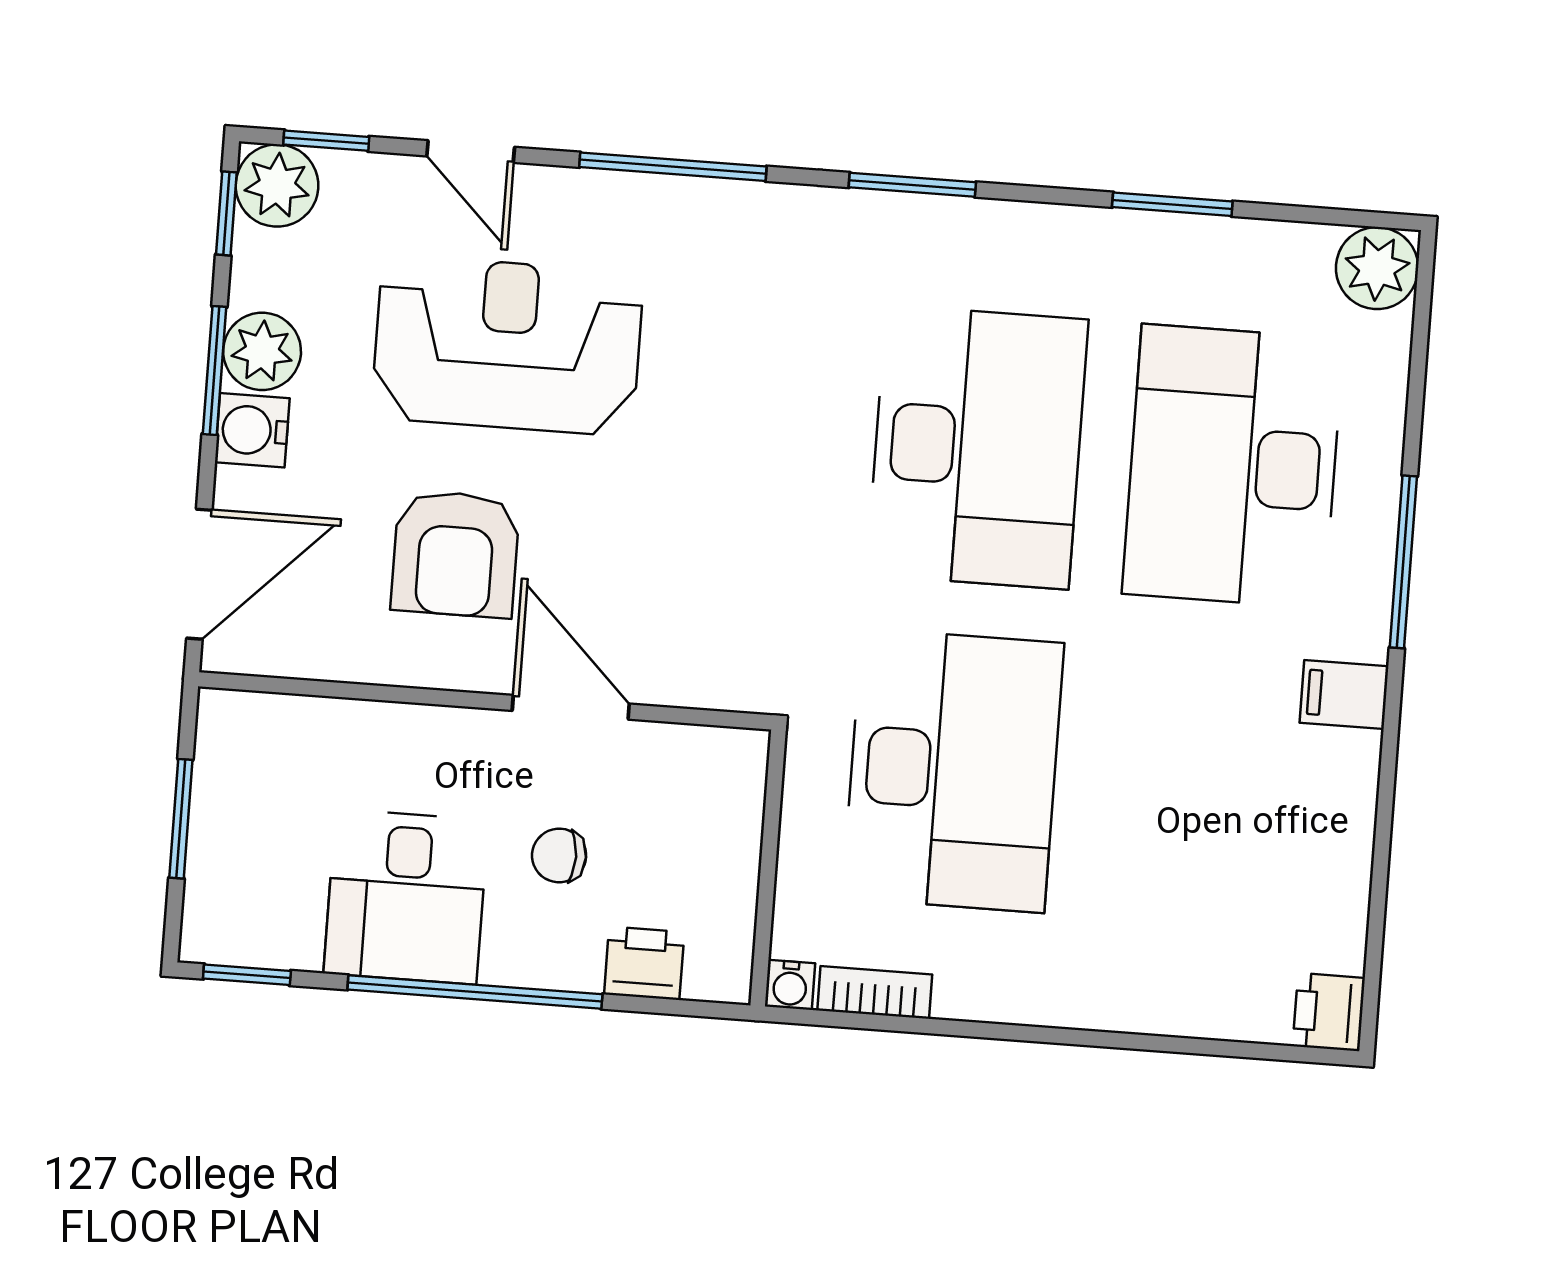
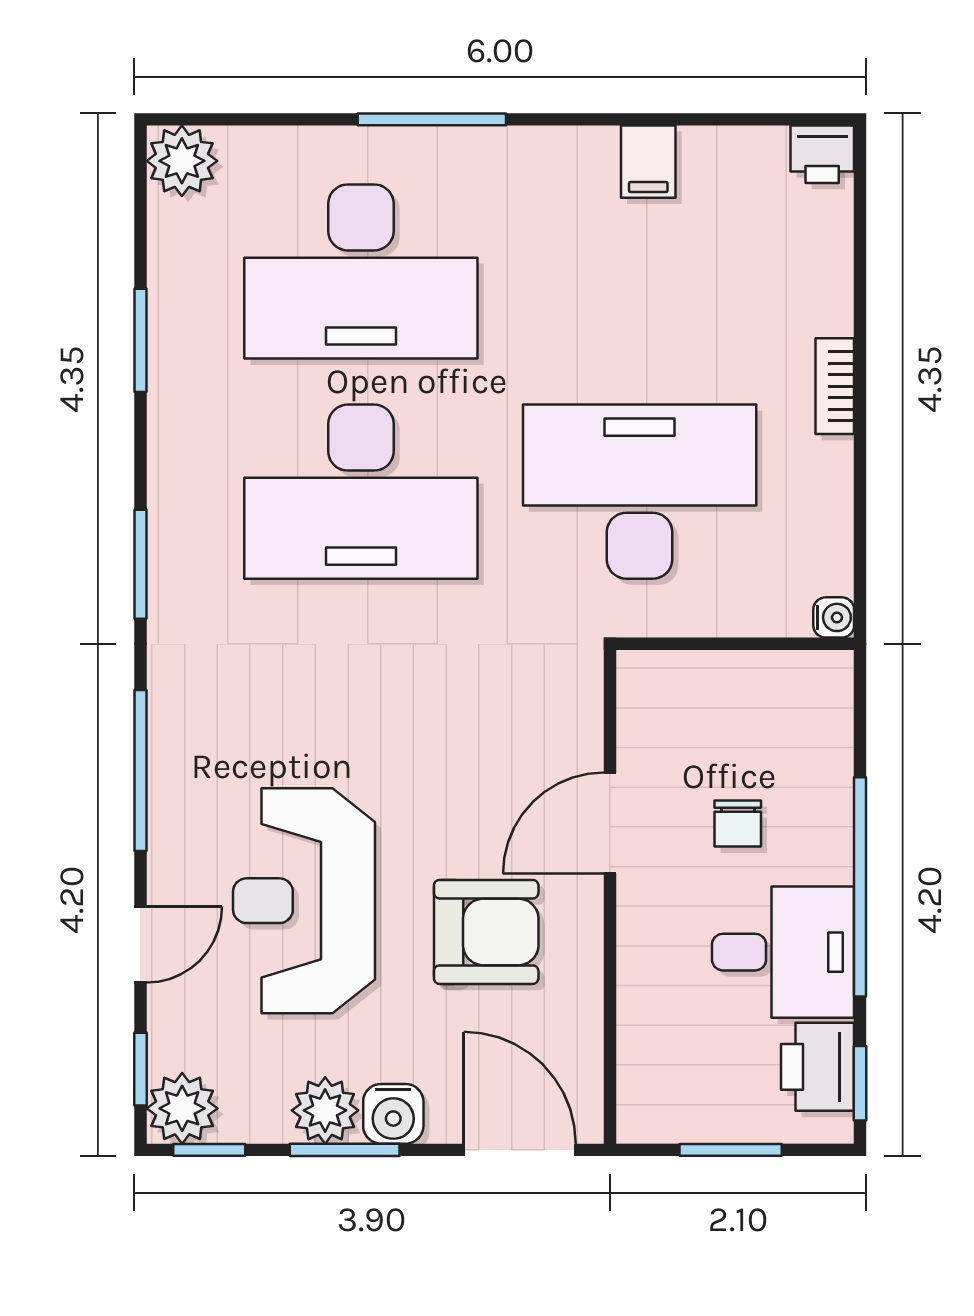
desk: (977, 447) -> (361, 492), turned 180
filing cabinet: (1344, 694) -> (648, 162), moved
printer: (644, 963) -> (817, 1067), moved, width x1.36, depth x1.24
bookcase: (875, 992) -> (835, 386), moved

